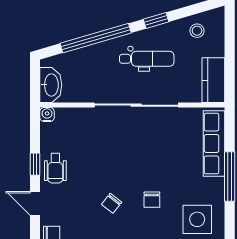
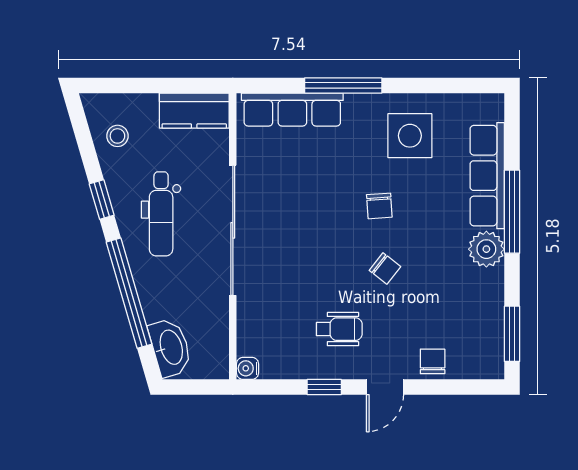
dental chair: (147, 59) -> (161, 214), turned 180
washbasin: (51, 85) -> (170, 347), moved, turned 74
wheelchair: (55, 168) -> (339, 329), moved
chair: (152, 200) -> (379, 206), turned 86

